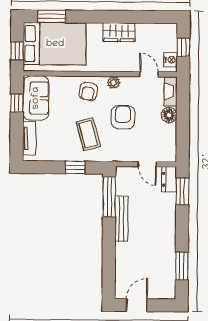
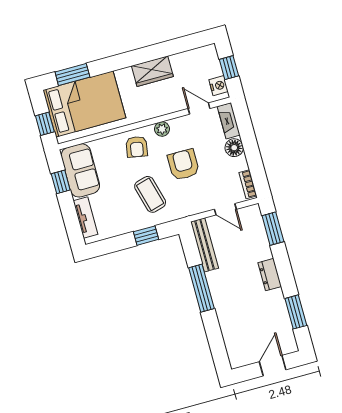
bookcase: (172, 149) -> (248, 184), added
dresser: (169, 179) -> (270, 275), moved
window: (109, 197) -> (201, 288), moved
bench: (121, 219) -> (205, 245), moved
door: (137, 305) -> (273, 366), moved

